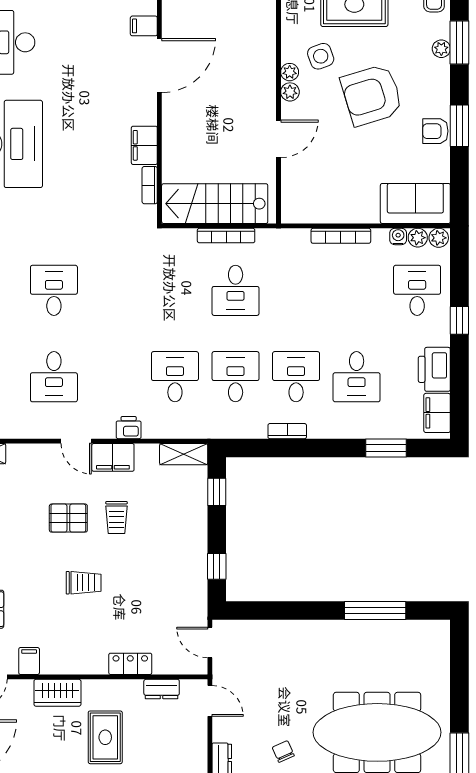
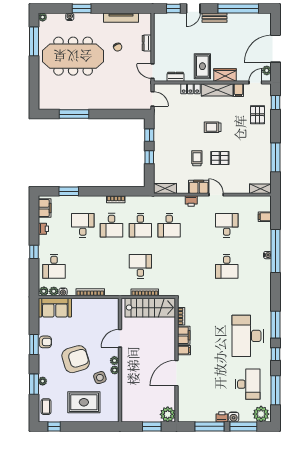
filing cabinet: (144, 26) -> (184, 350), moved
printer: (434, 369) -> (43, 229), width x0.53, depth x0.68
window: (217, 492) -> (149, 157), moved
shelving: (74, 661) -> (217, 90), added
rug: (105, 737) -> (202, 66), moved

